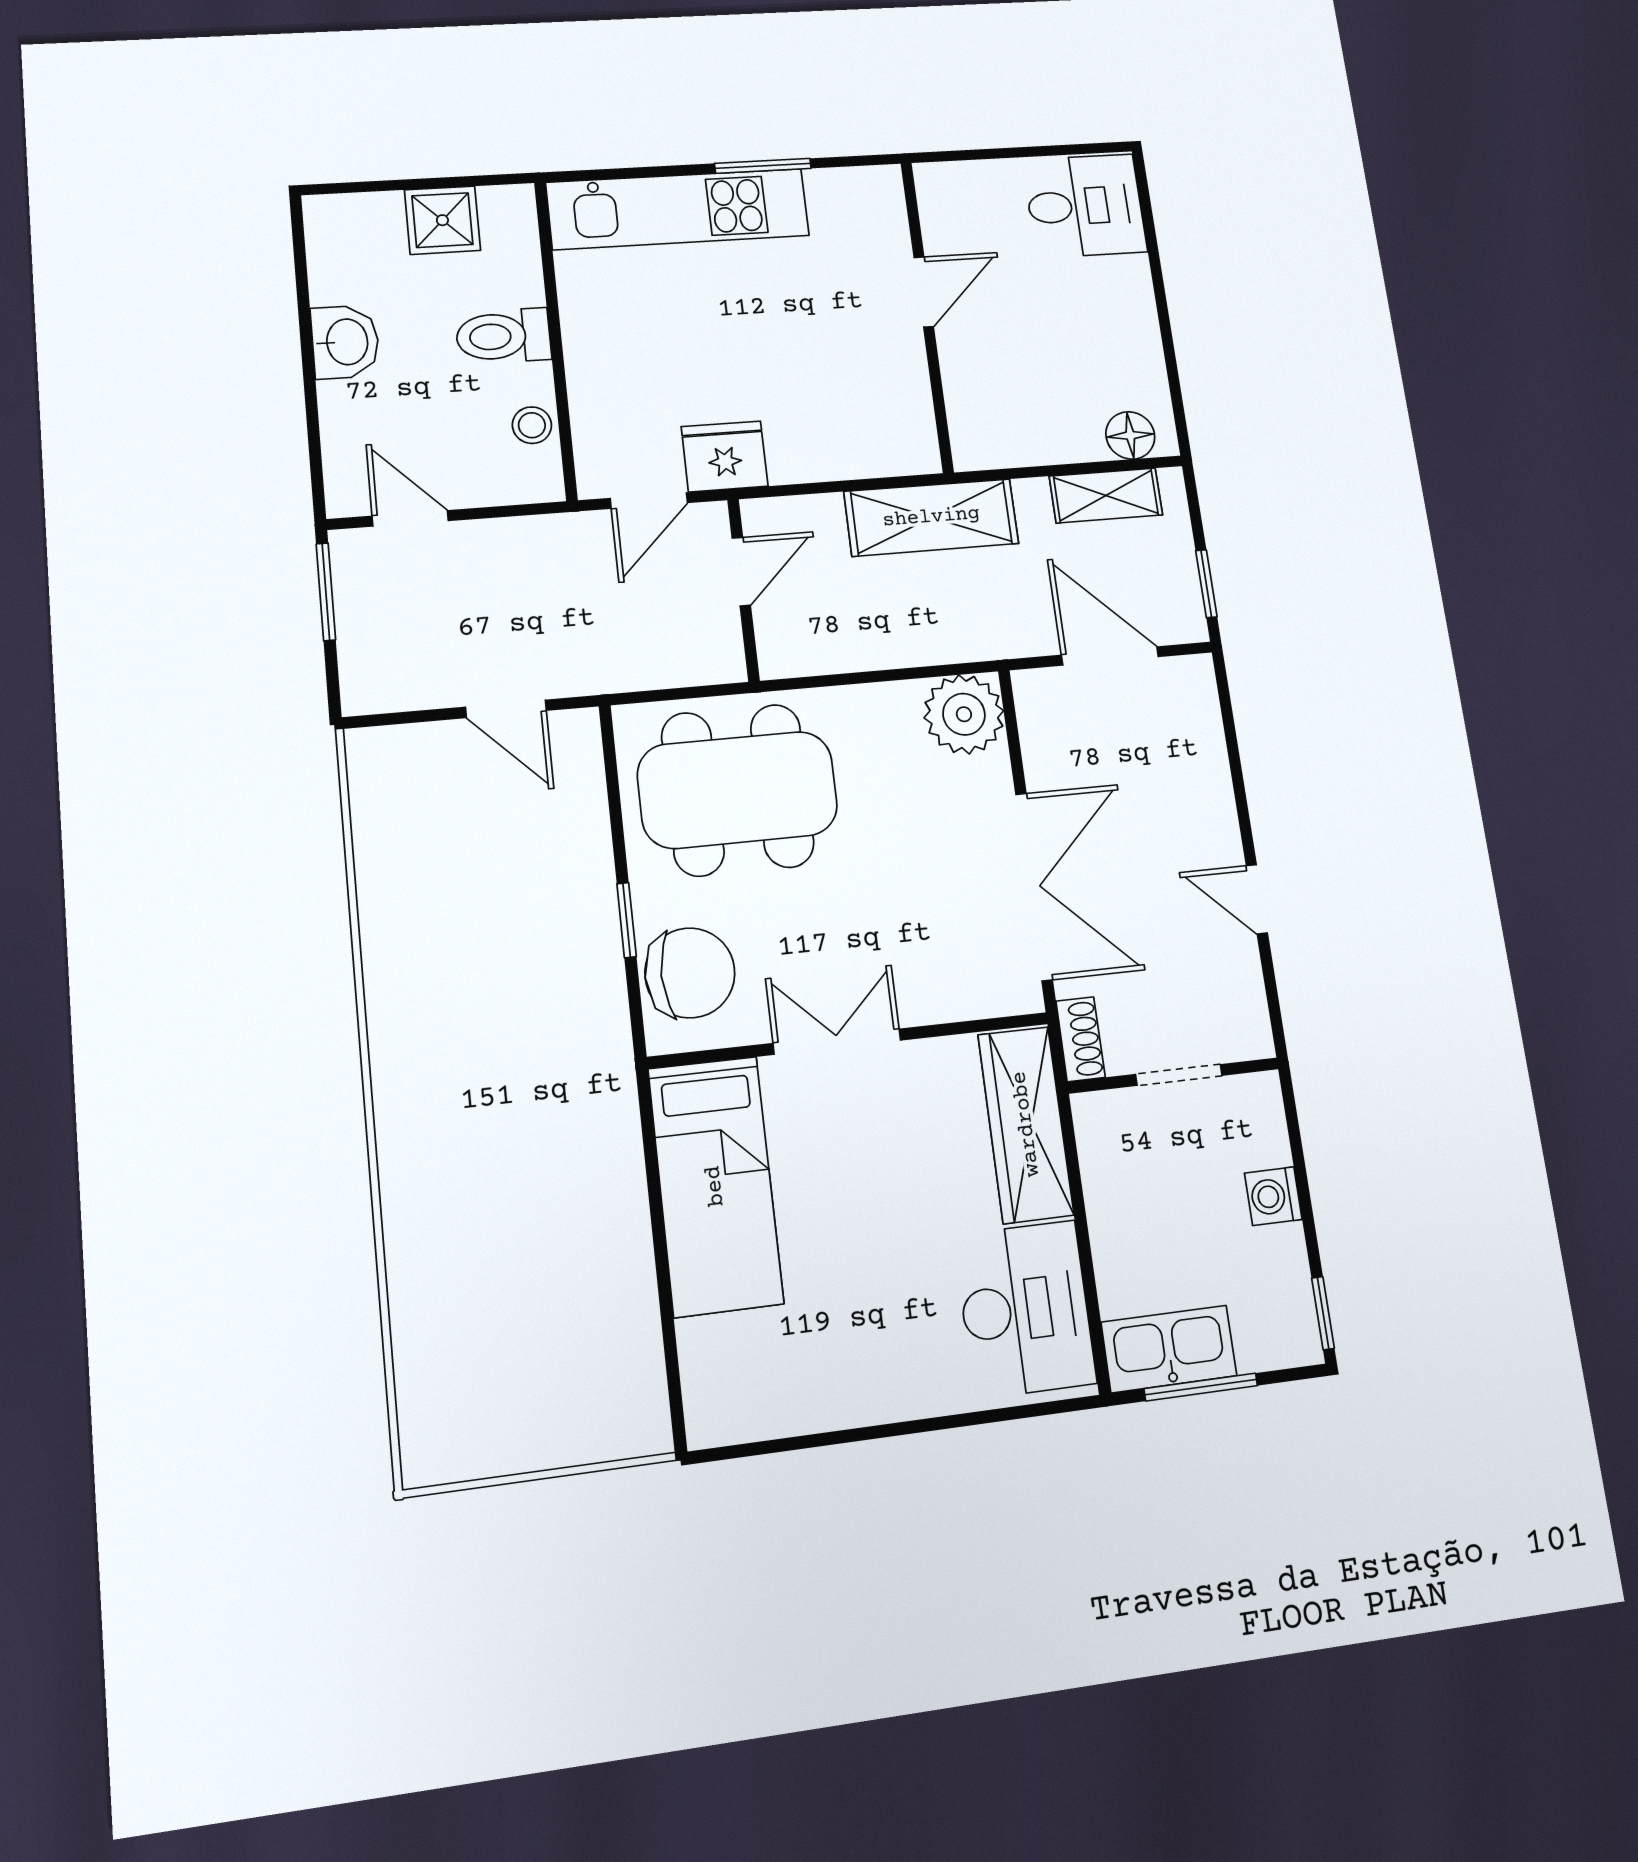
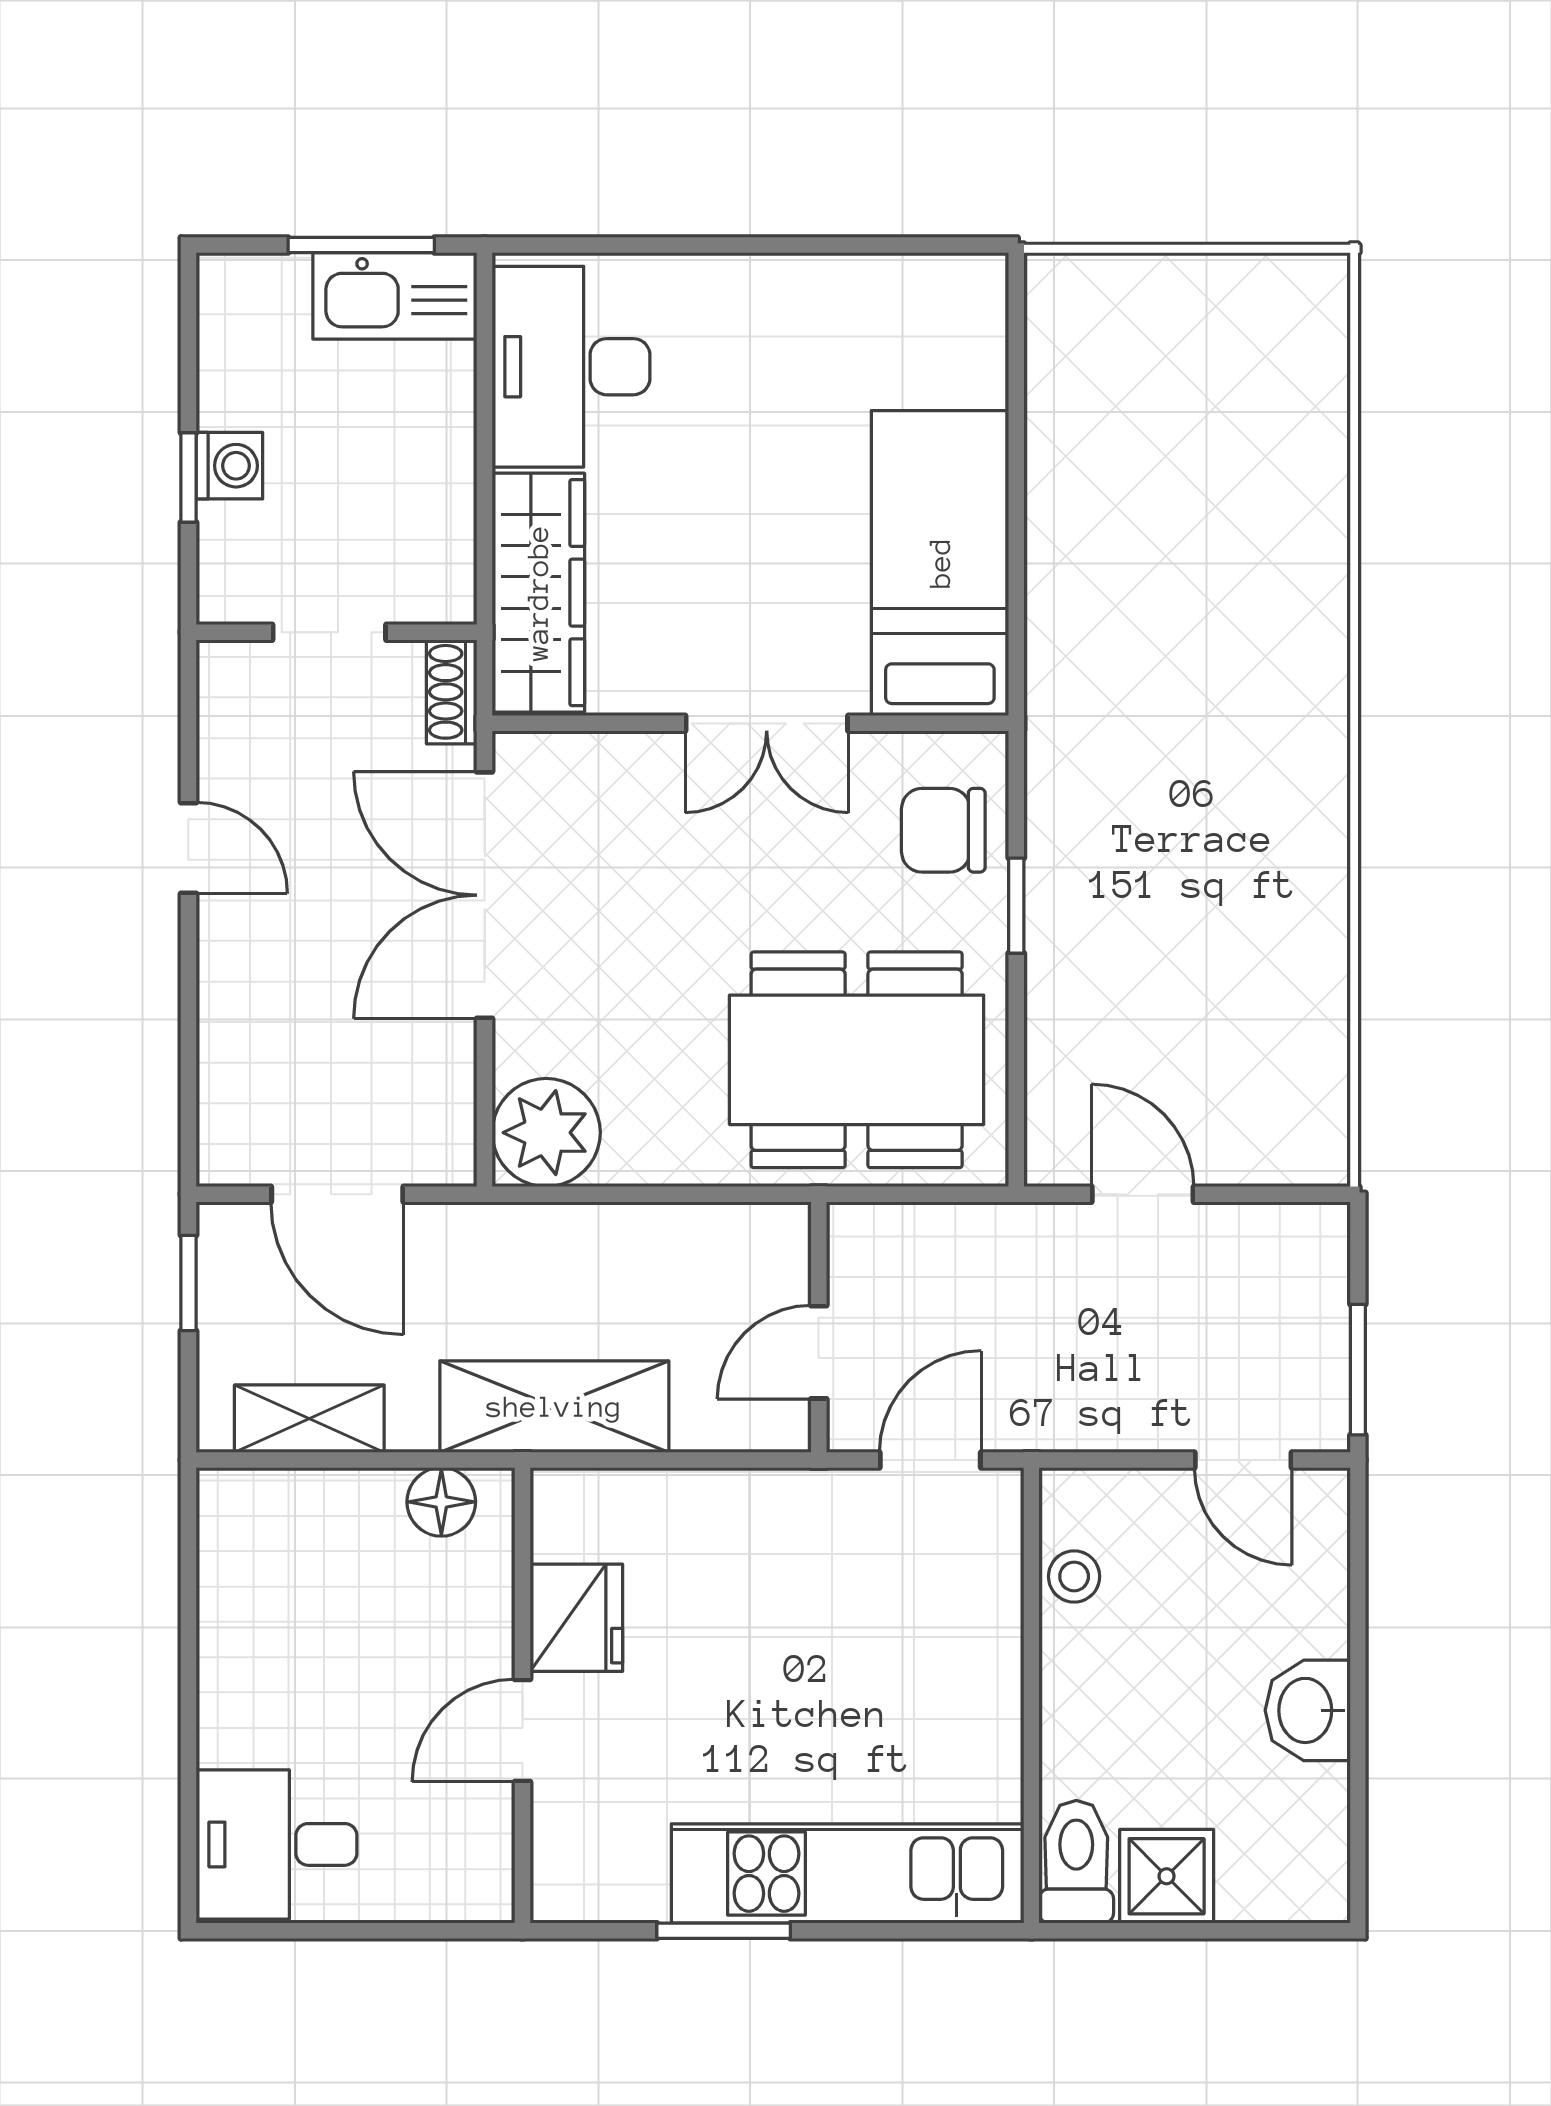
toilet: (503, 336) -> (1076, 1862), moved, turned -90
floor lamp: (1130, 435) -> (441, 1502), moved
fridge: (725, 456) -> (576, 1618), moved, turned -90
chair: (690, 973) -> (943, 830), width x0.73, depth x0.73
window: (1323, 1313) -> (188, 477), moved

